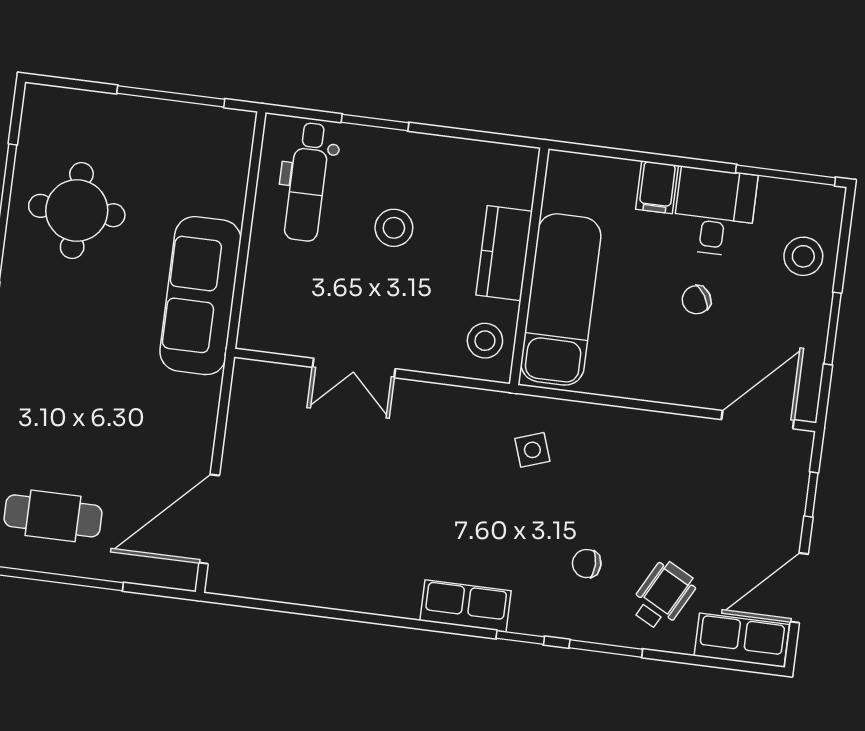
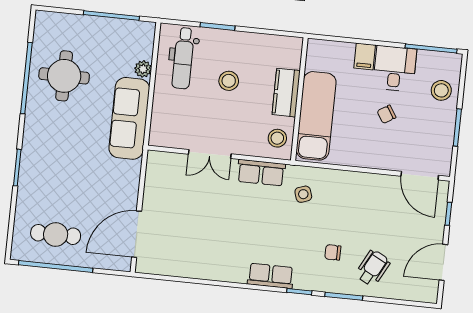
plant: (229, 201) -> (143, 69), added
door: (758, 420) -> (420, 176), swing flipped
row of seats: (742, 640) -> (261, 173), moved, turned 180

